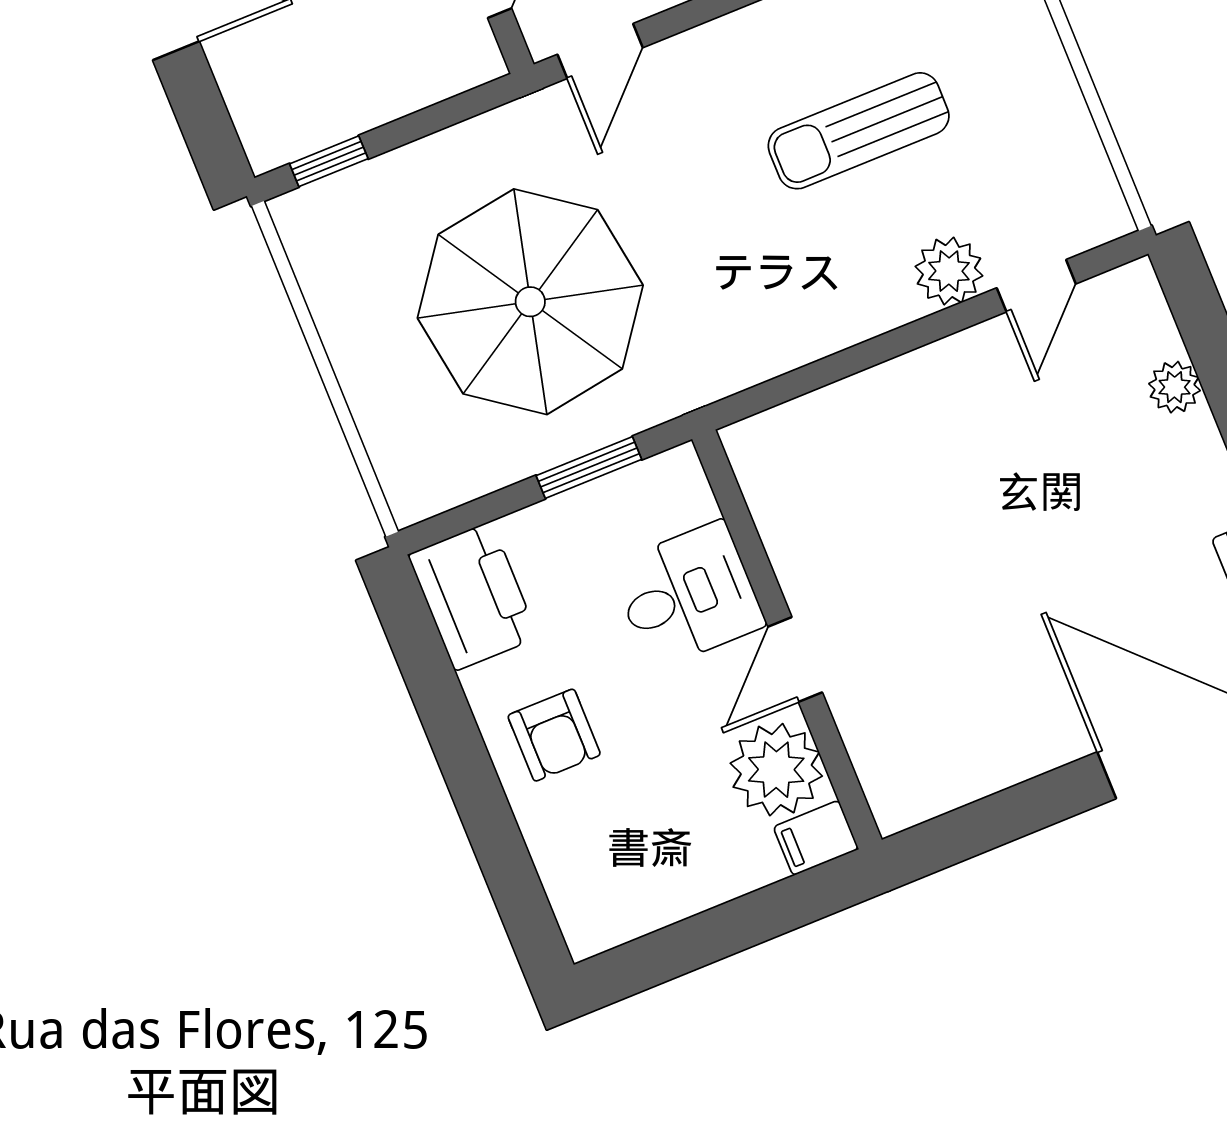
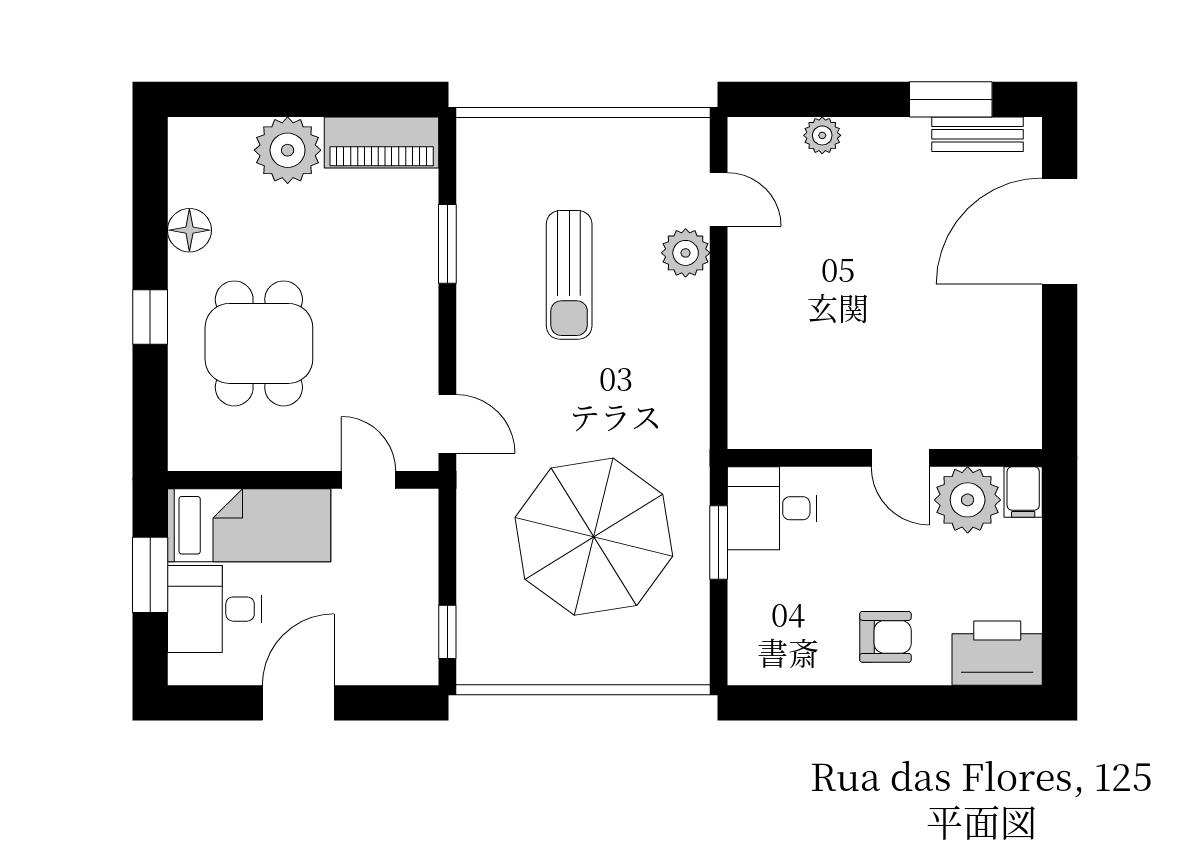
desk: (688, 595) -> (772, 508), moved, turned -90
printer: (473, 596) -> (997, 653), moved

